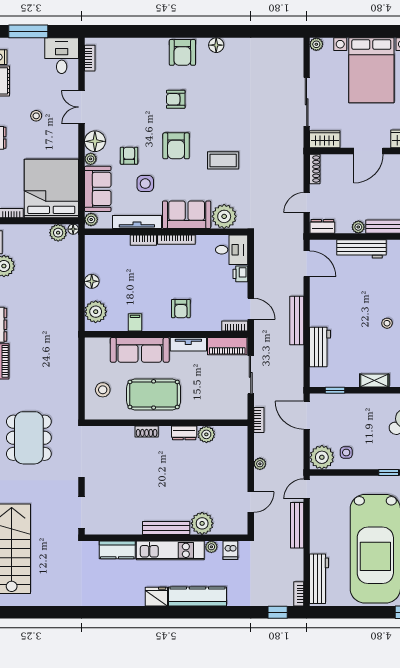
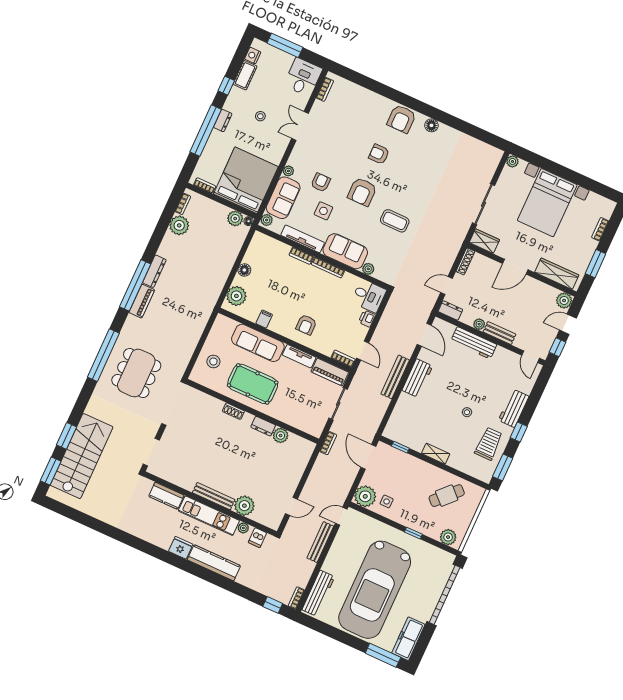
floor lamp: (95, 141) -> (298, 158), removed
plant: (224, 216) -> (368, 269), width x0.53, depth x0.53
workbench: (320, 347) -> (417, 378), moved
plant: (260, 464) -> (313, 479), removed

